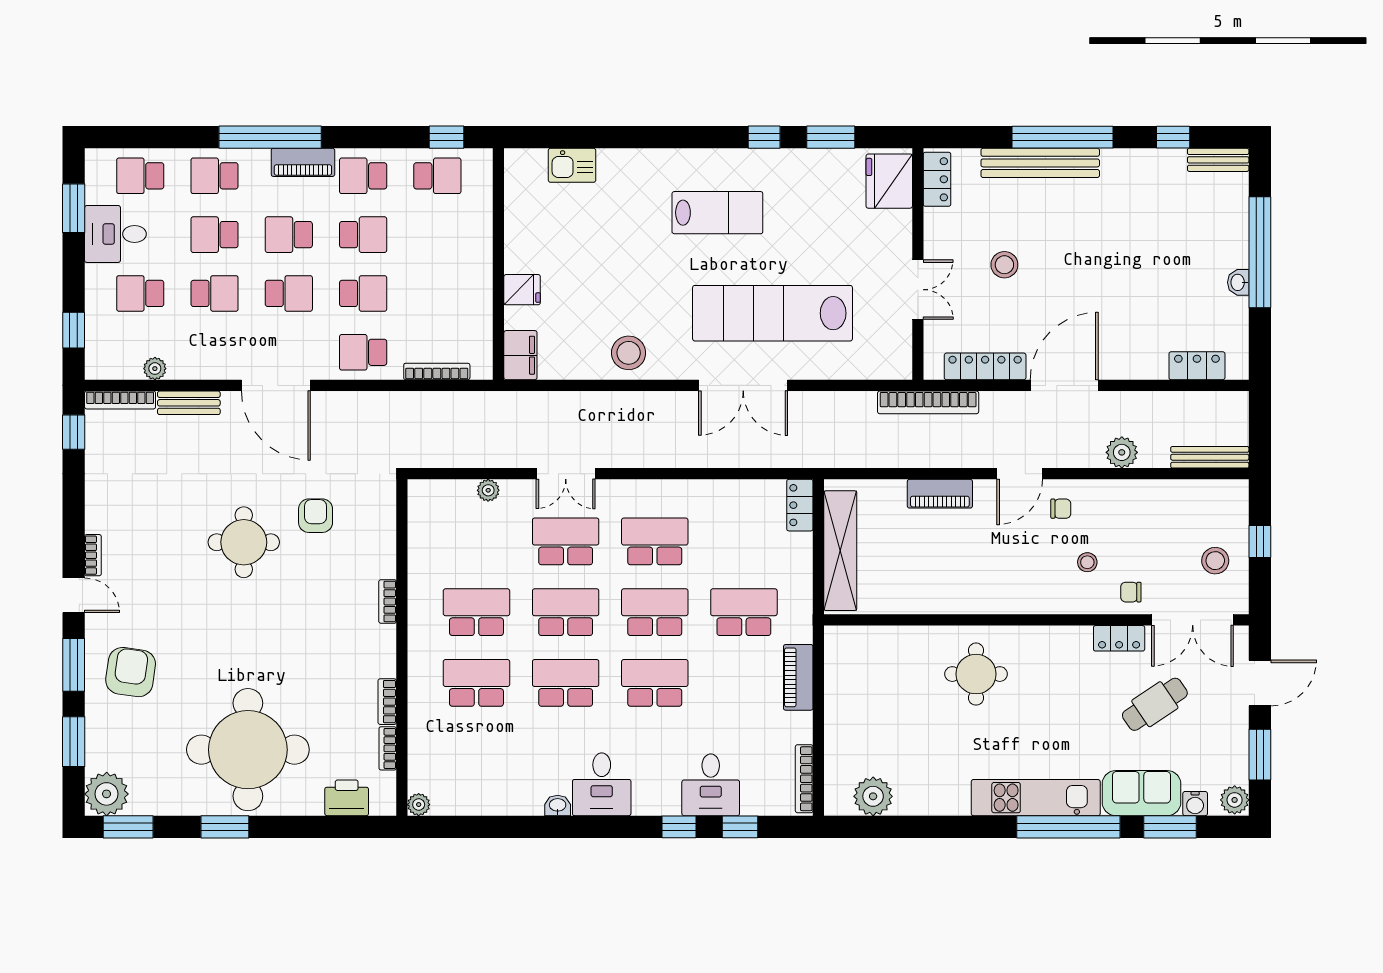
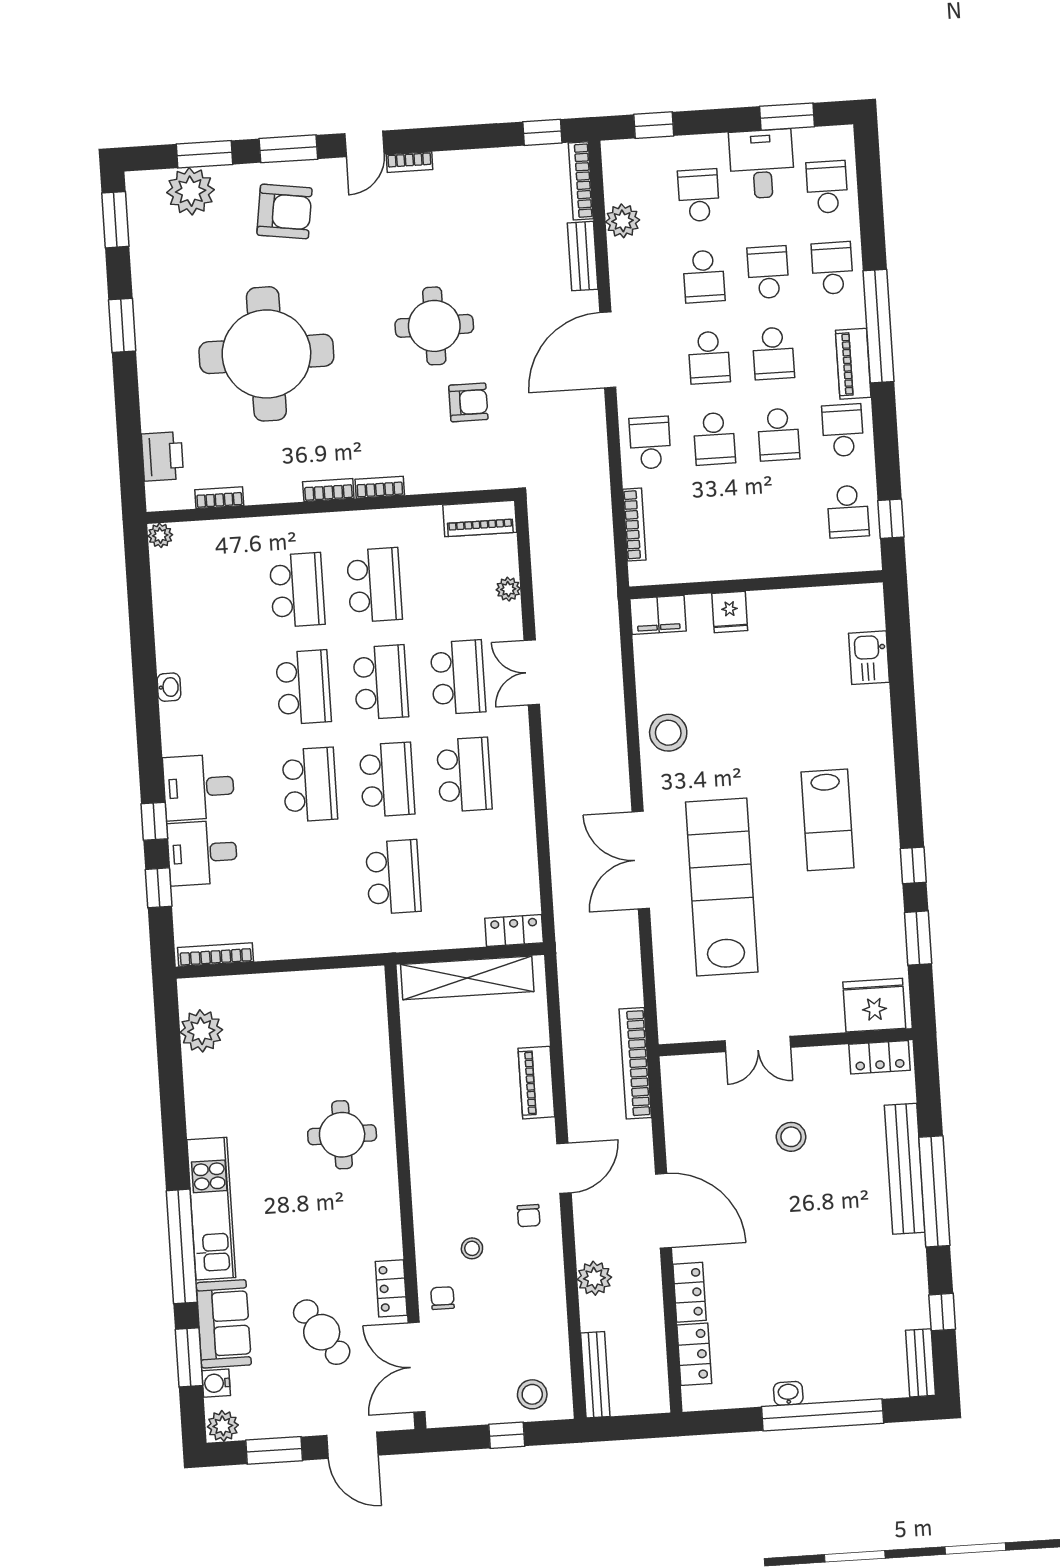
school desk: (289, 235) -> (773, 353), turned 180
locker: (985, 366) -> (690, 1292), moved, width x0.66
plant: (155, 369) -> (623, 221), width x1.38, depth x1.38
door: (1020, 474) -> (564, 1168), swing flipped
stool: (1215, 561) -> (532, 1394), moved
piano: (798, 677) -> (480, 519), moved, turned 180
bookcase: (387, 702) -> (328, 490), moved
round table: (248, 750) -> (266, 354), moved
desk: (602, 784) -> (199, 787), moved
plant: (107, 794) -> (191, 191), moved

